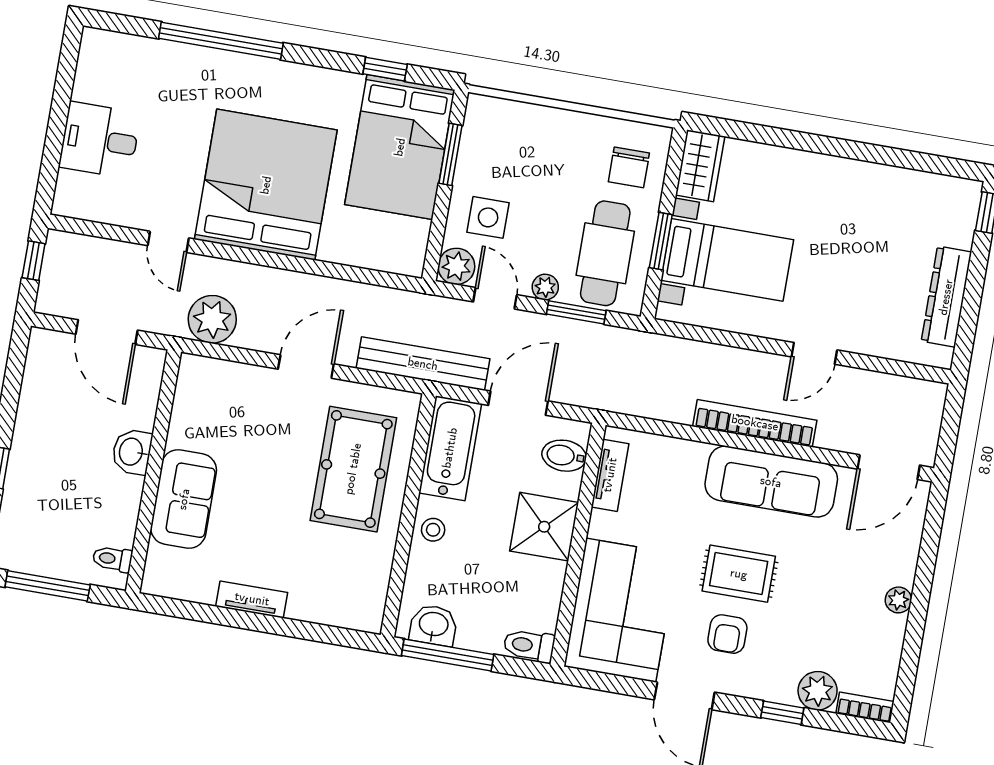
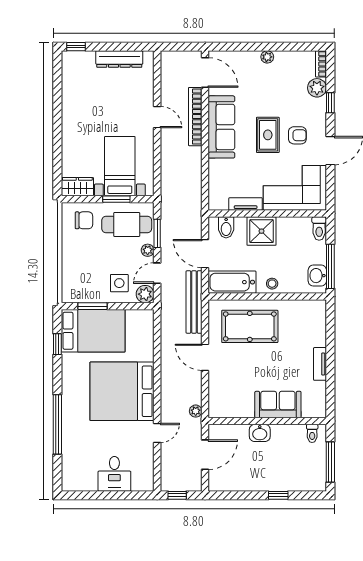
plant: (212, 319) -> (196, 411), width x0.53, depth x0.53
bookcase: (755, 423) -> (195, 117), moved
tv unit: (610, 475) -> (246, 204), moved

